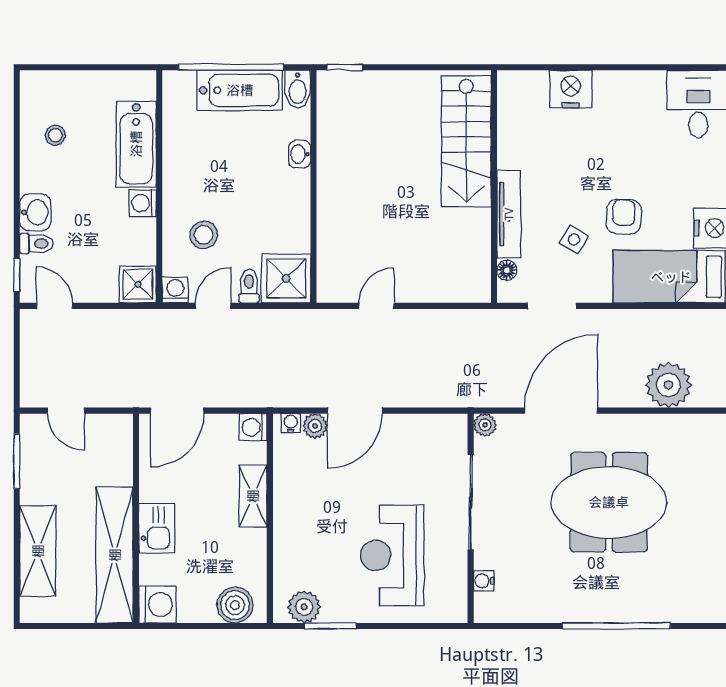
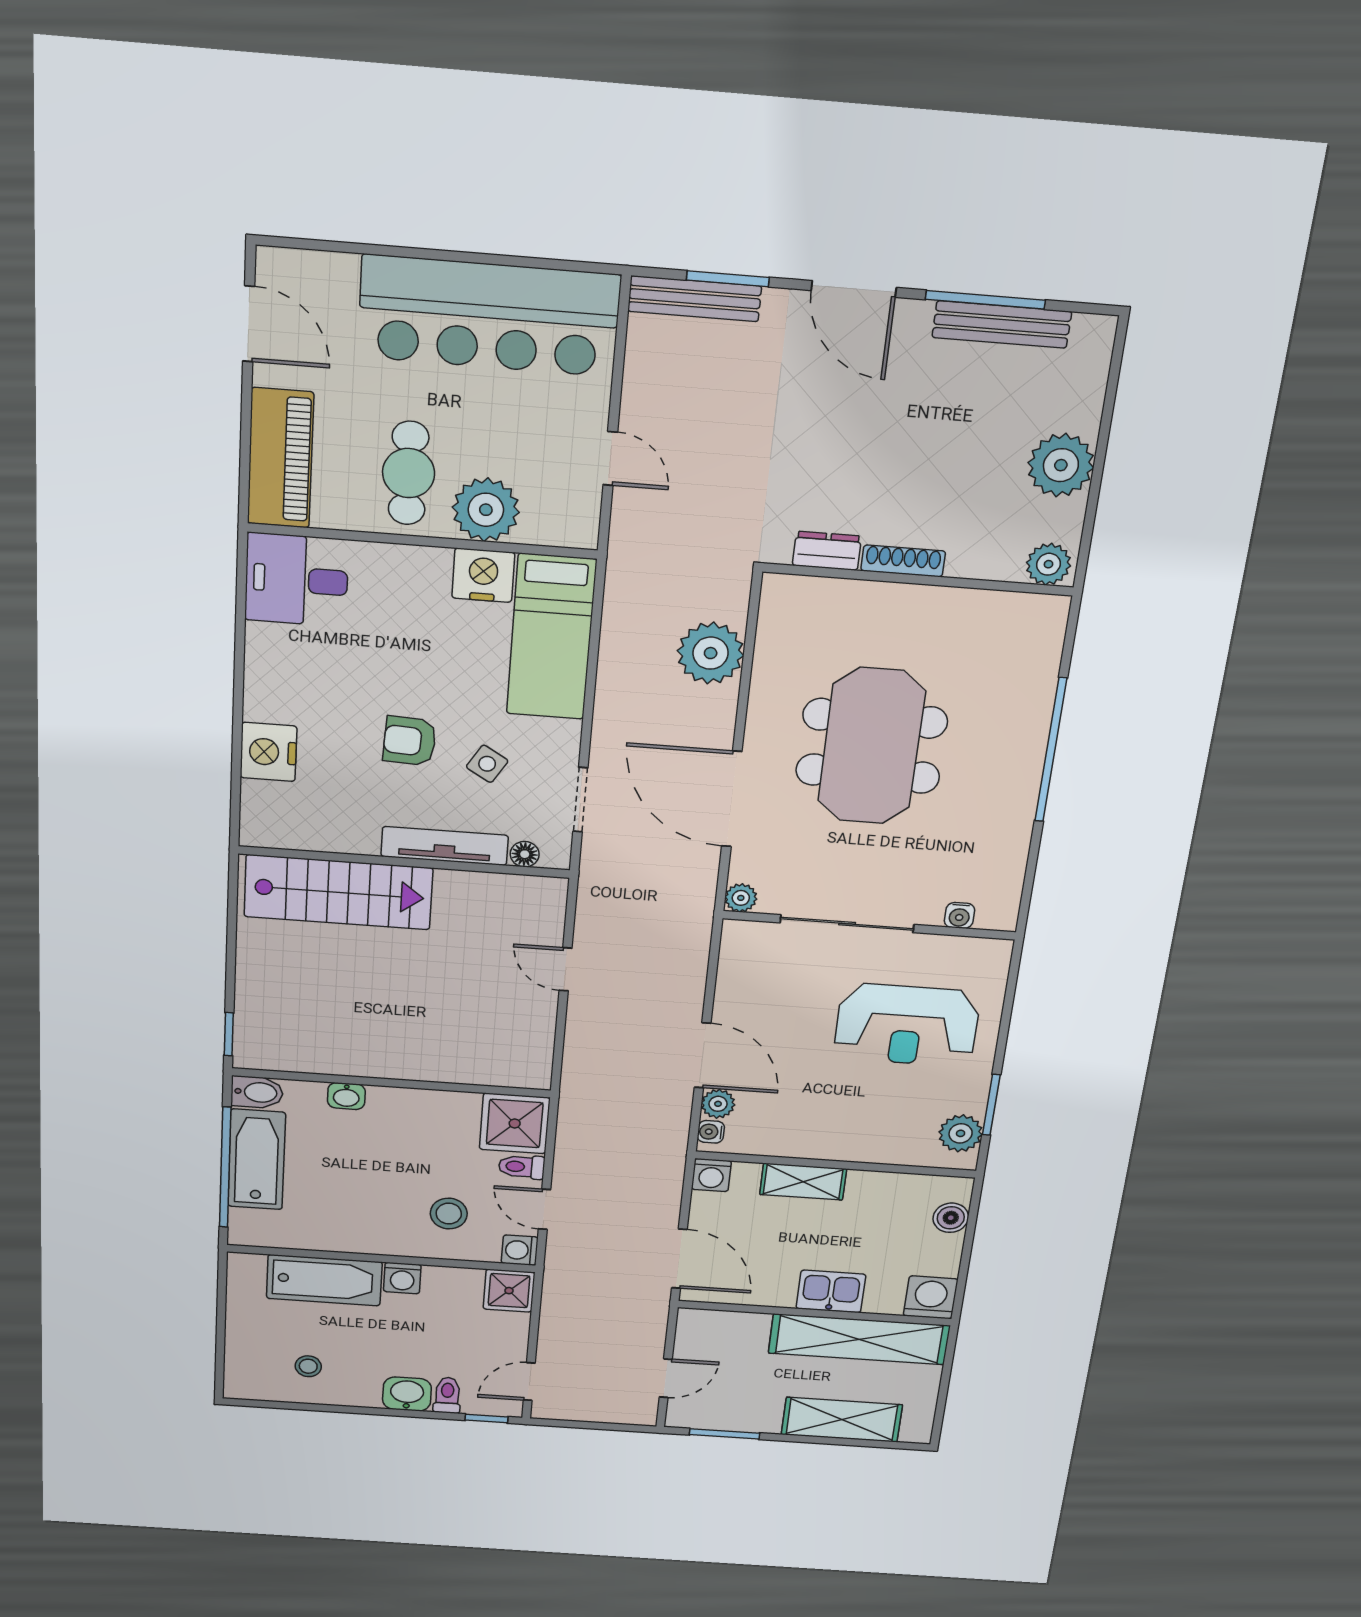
armchair: (624, 217) -> (410, 741), moved
door: (376, 306) -> (565, 969), moved
boiler: (235, 605) -> (951, 1218), width x0.73, depth x0.73

